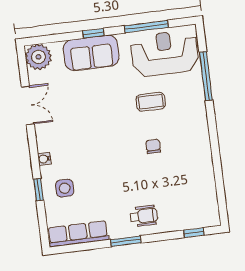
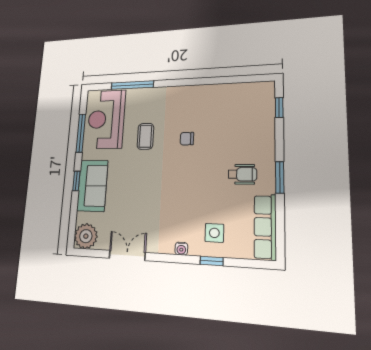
wheelchair: (144, 216) -> (242, 174), moved, turned 90

